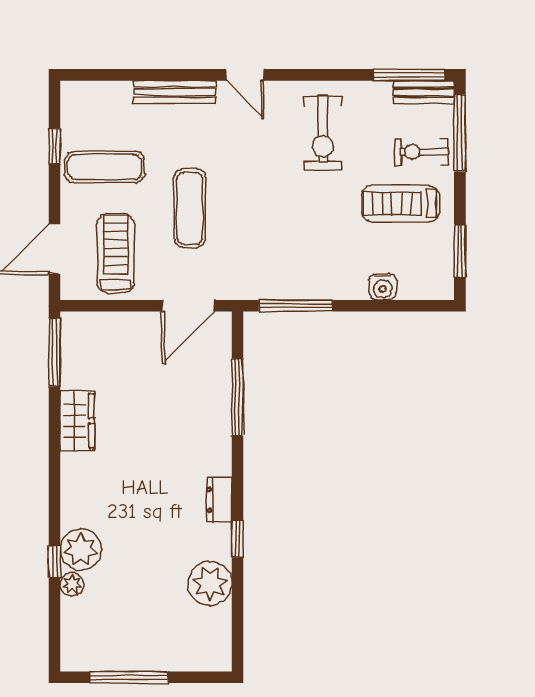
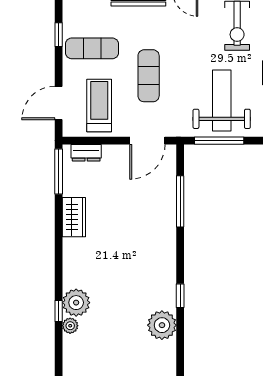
weight bench: (300, 245) -> (222, 101), added
dresser: (219, 500) -> (86, 153), moved, turned -90

